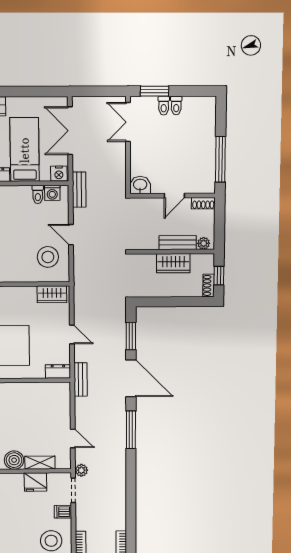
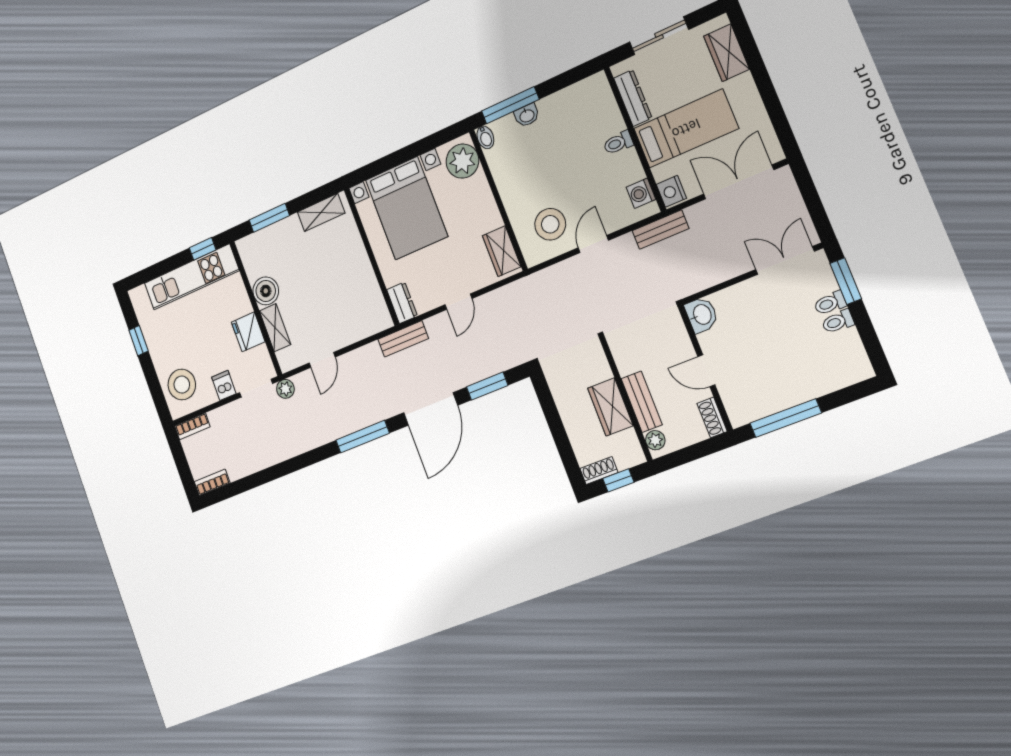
toilet: (38, 194) -> (618, 143), moved

